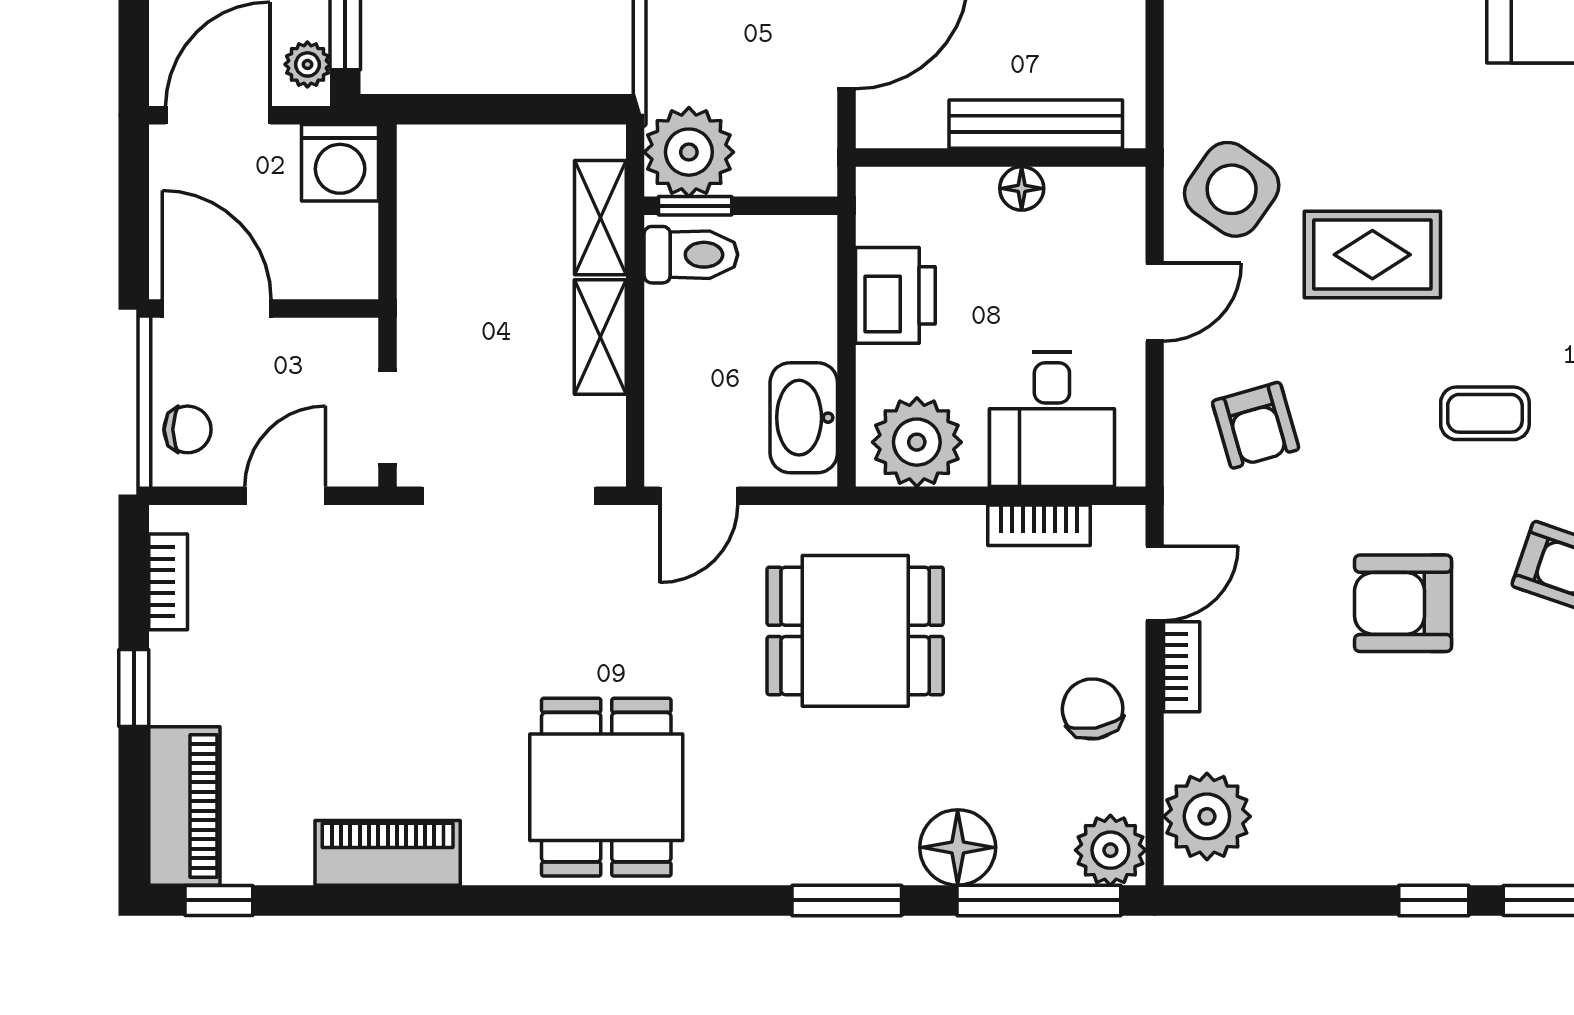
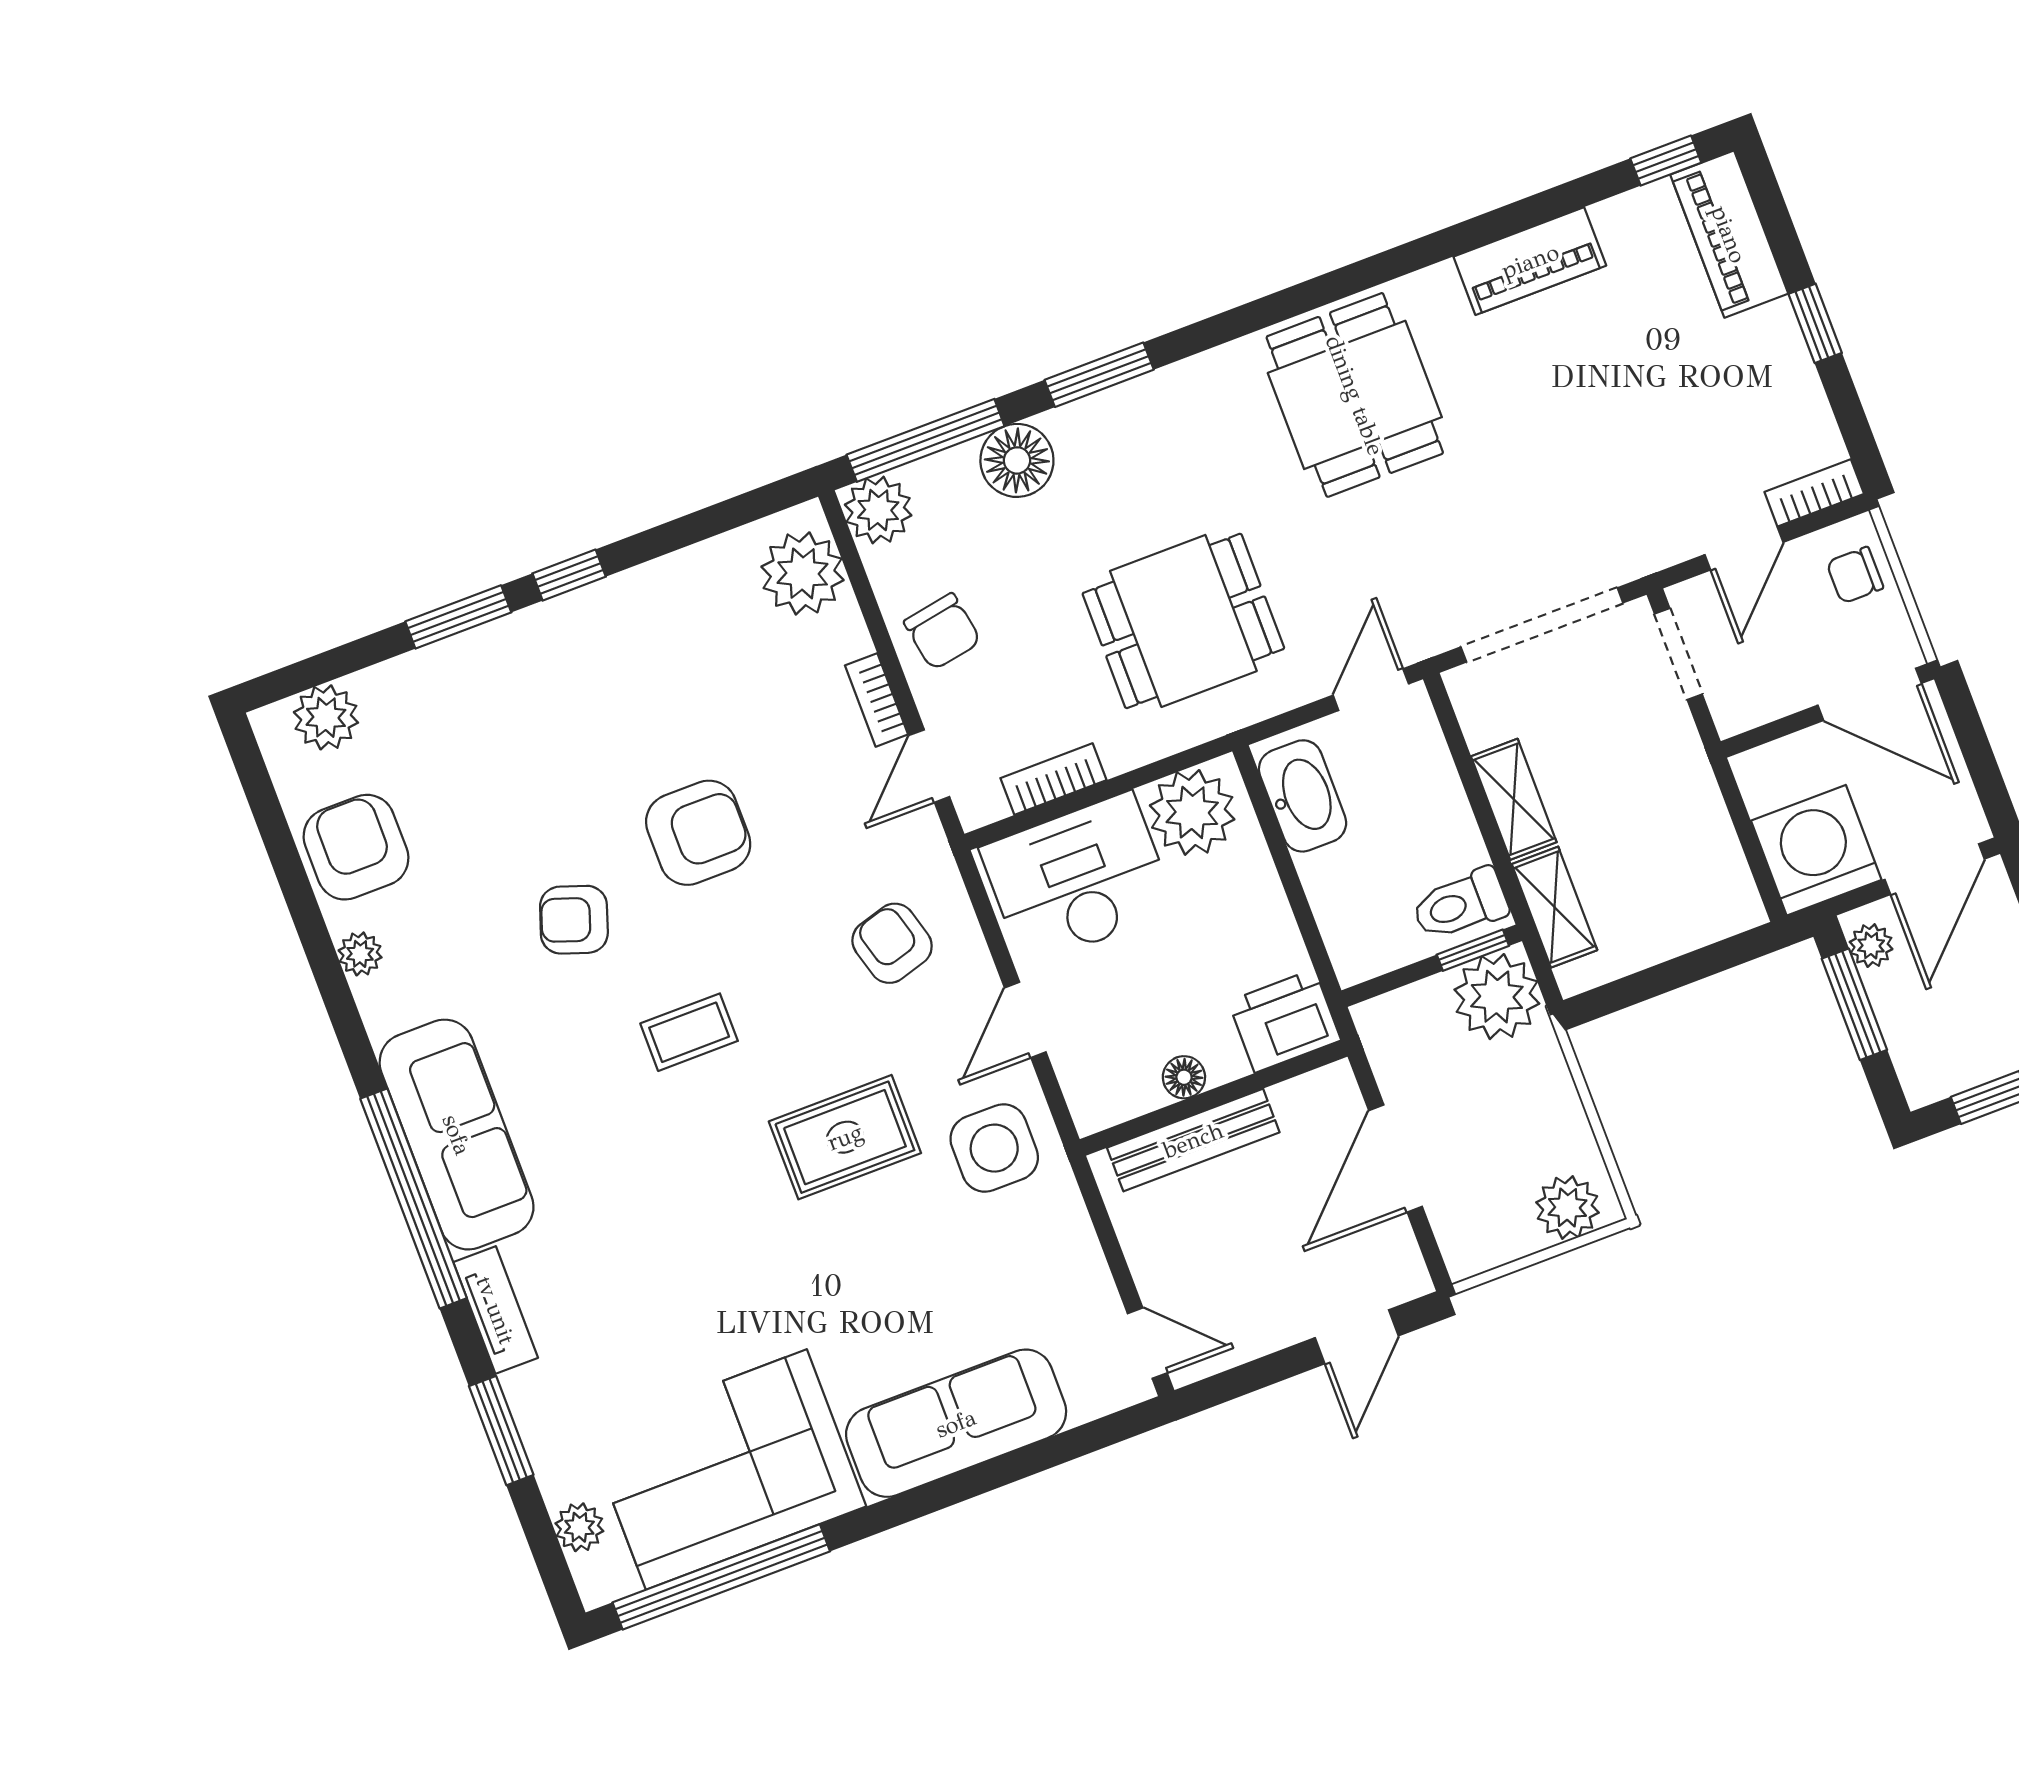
washing machine: (340, 163) -> (1816, 850), width x1.37, depth x1.37
side table: (1232, 189) -> (994, 1148), turned -35
printer: (895, 295) -> (1285, 1021), moved, turned 90
desk: (1052, 419) -> (1078, 879), width x1.37
bookcase: (168, 582) -> (1814, 493), moved, turned 90

